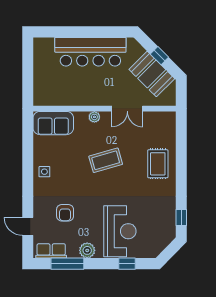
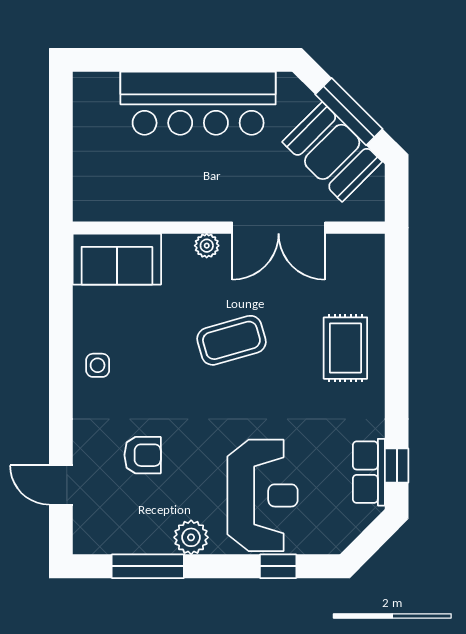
window: (159, 56) -> (349, 112), width x2.17
double door: (127, 109) -> (279, 228), width x1.37
armchair: (65, 213) -> (143, 455), turned -90
row of seats: (51, 251) -> (369, 472), moved, turned -90

